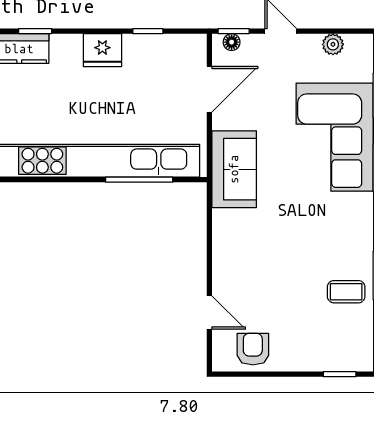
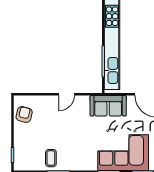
door: (209, 313) -> (66, 94), moved
armchair: (253, 349) -> (24, 114), turned -76

